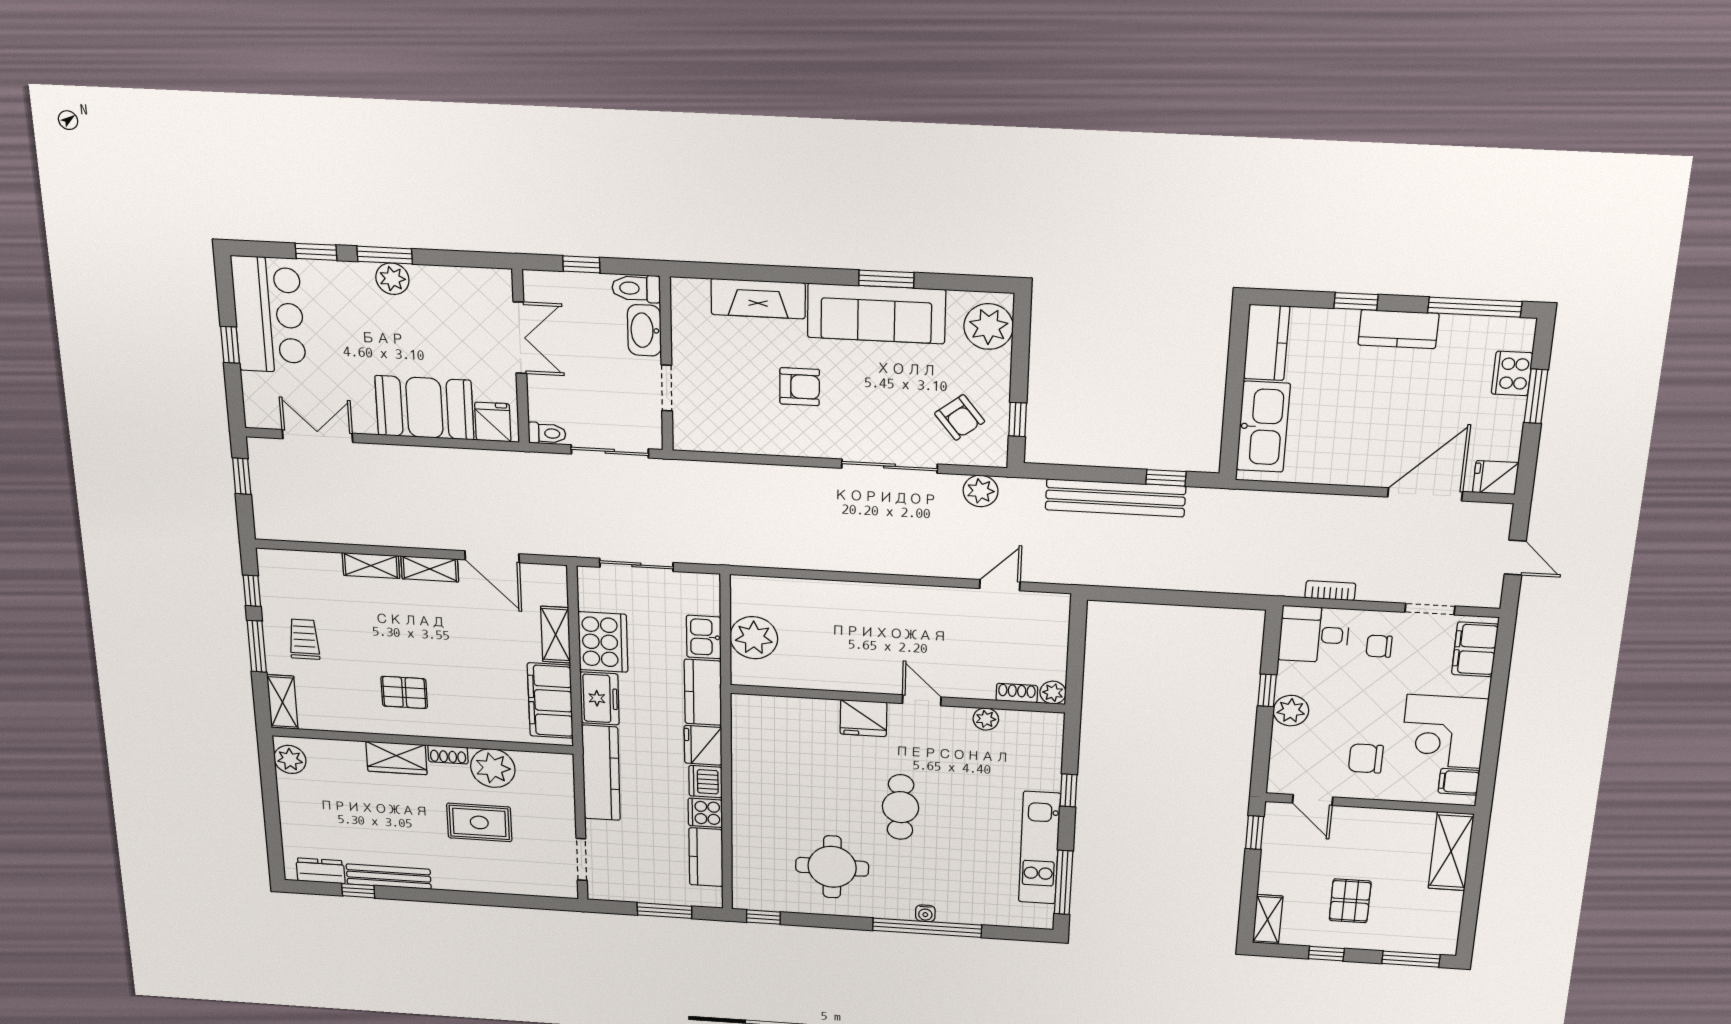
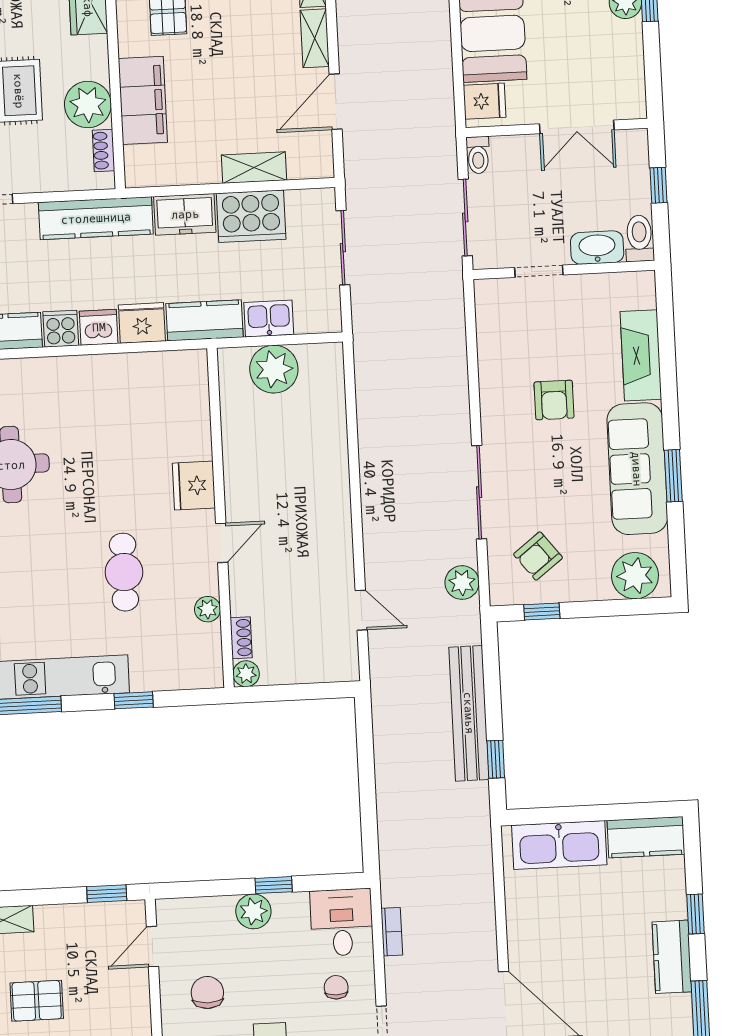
filing cabinet: (550, 701) -> (143, 100), moved, turned 90
shoe rack: (448, 754) -> (103, 150), moved
cafe table: (900, 807) -> (124, 572), moved, turned 90

